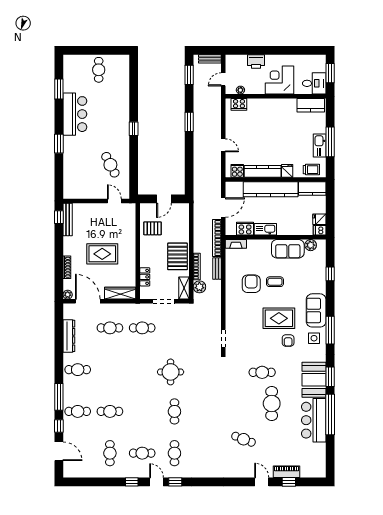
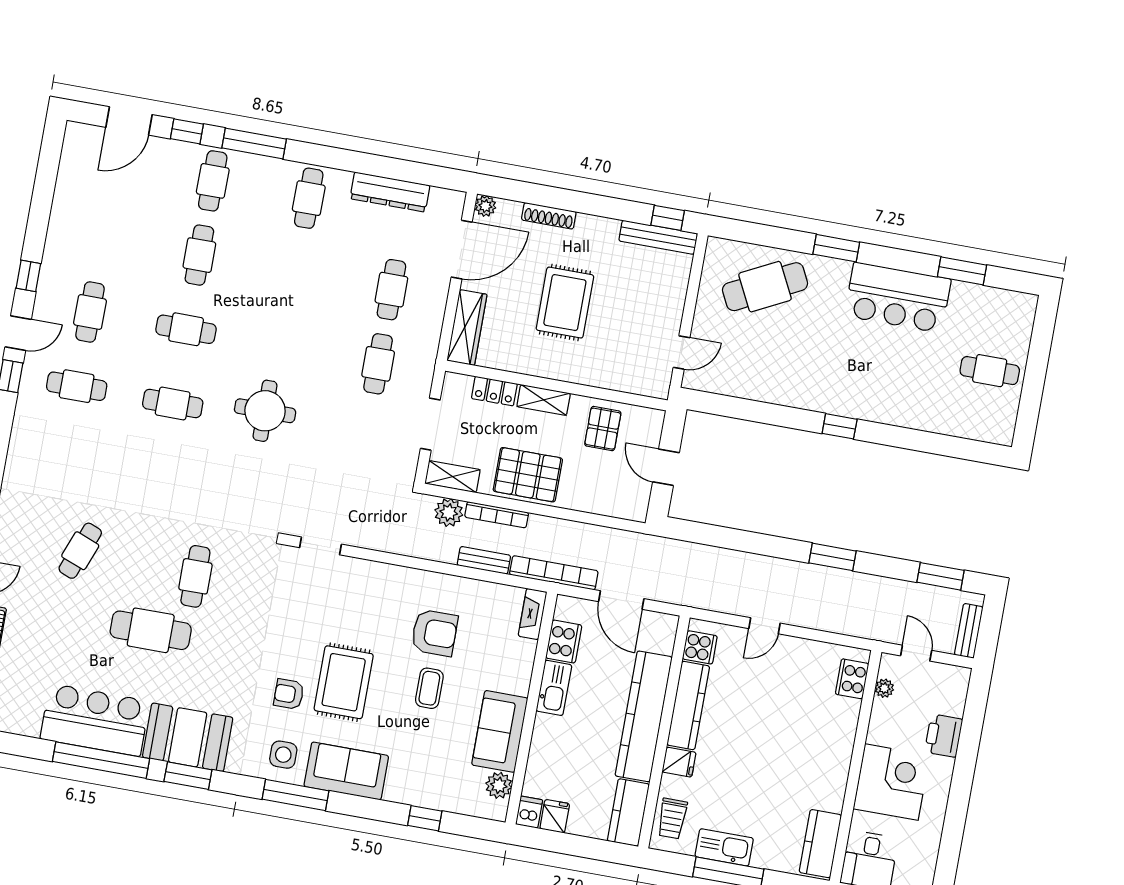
cafe table: (110, 165) -> (765, 287), moved, width x1.37, depth x1.35
shelving: (145, 255) -> (544, 400), added
cafe table: (262, 372) -> (195, 576), moved
cafe table: (110, 453) -> (186, 329), moved

